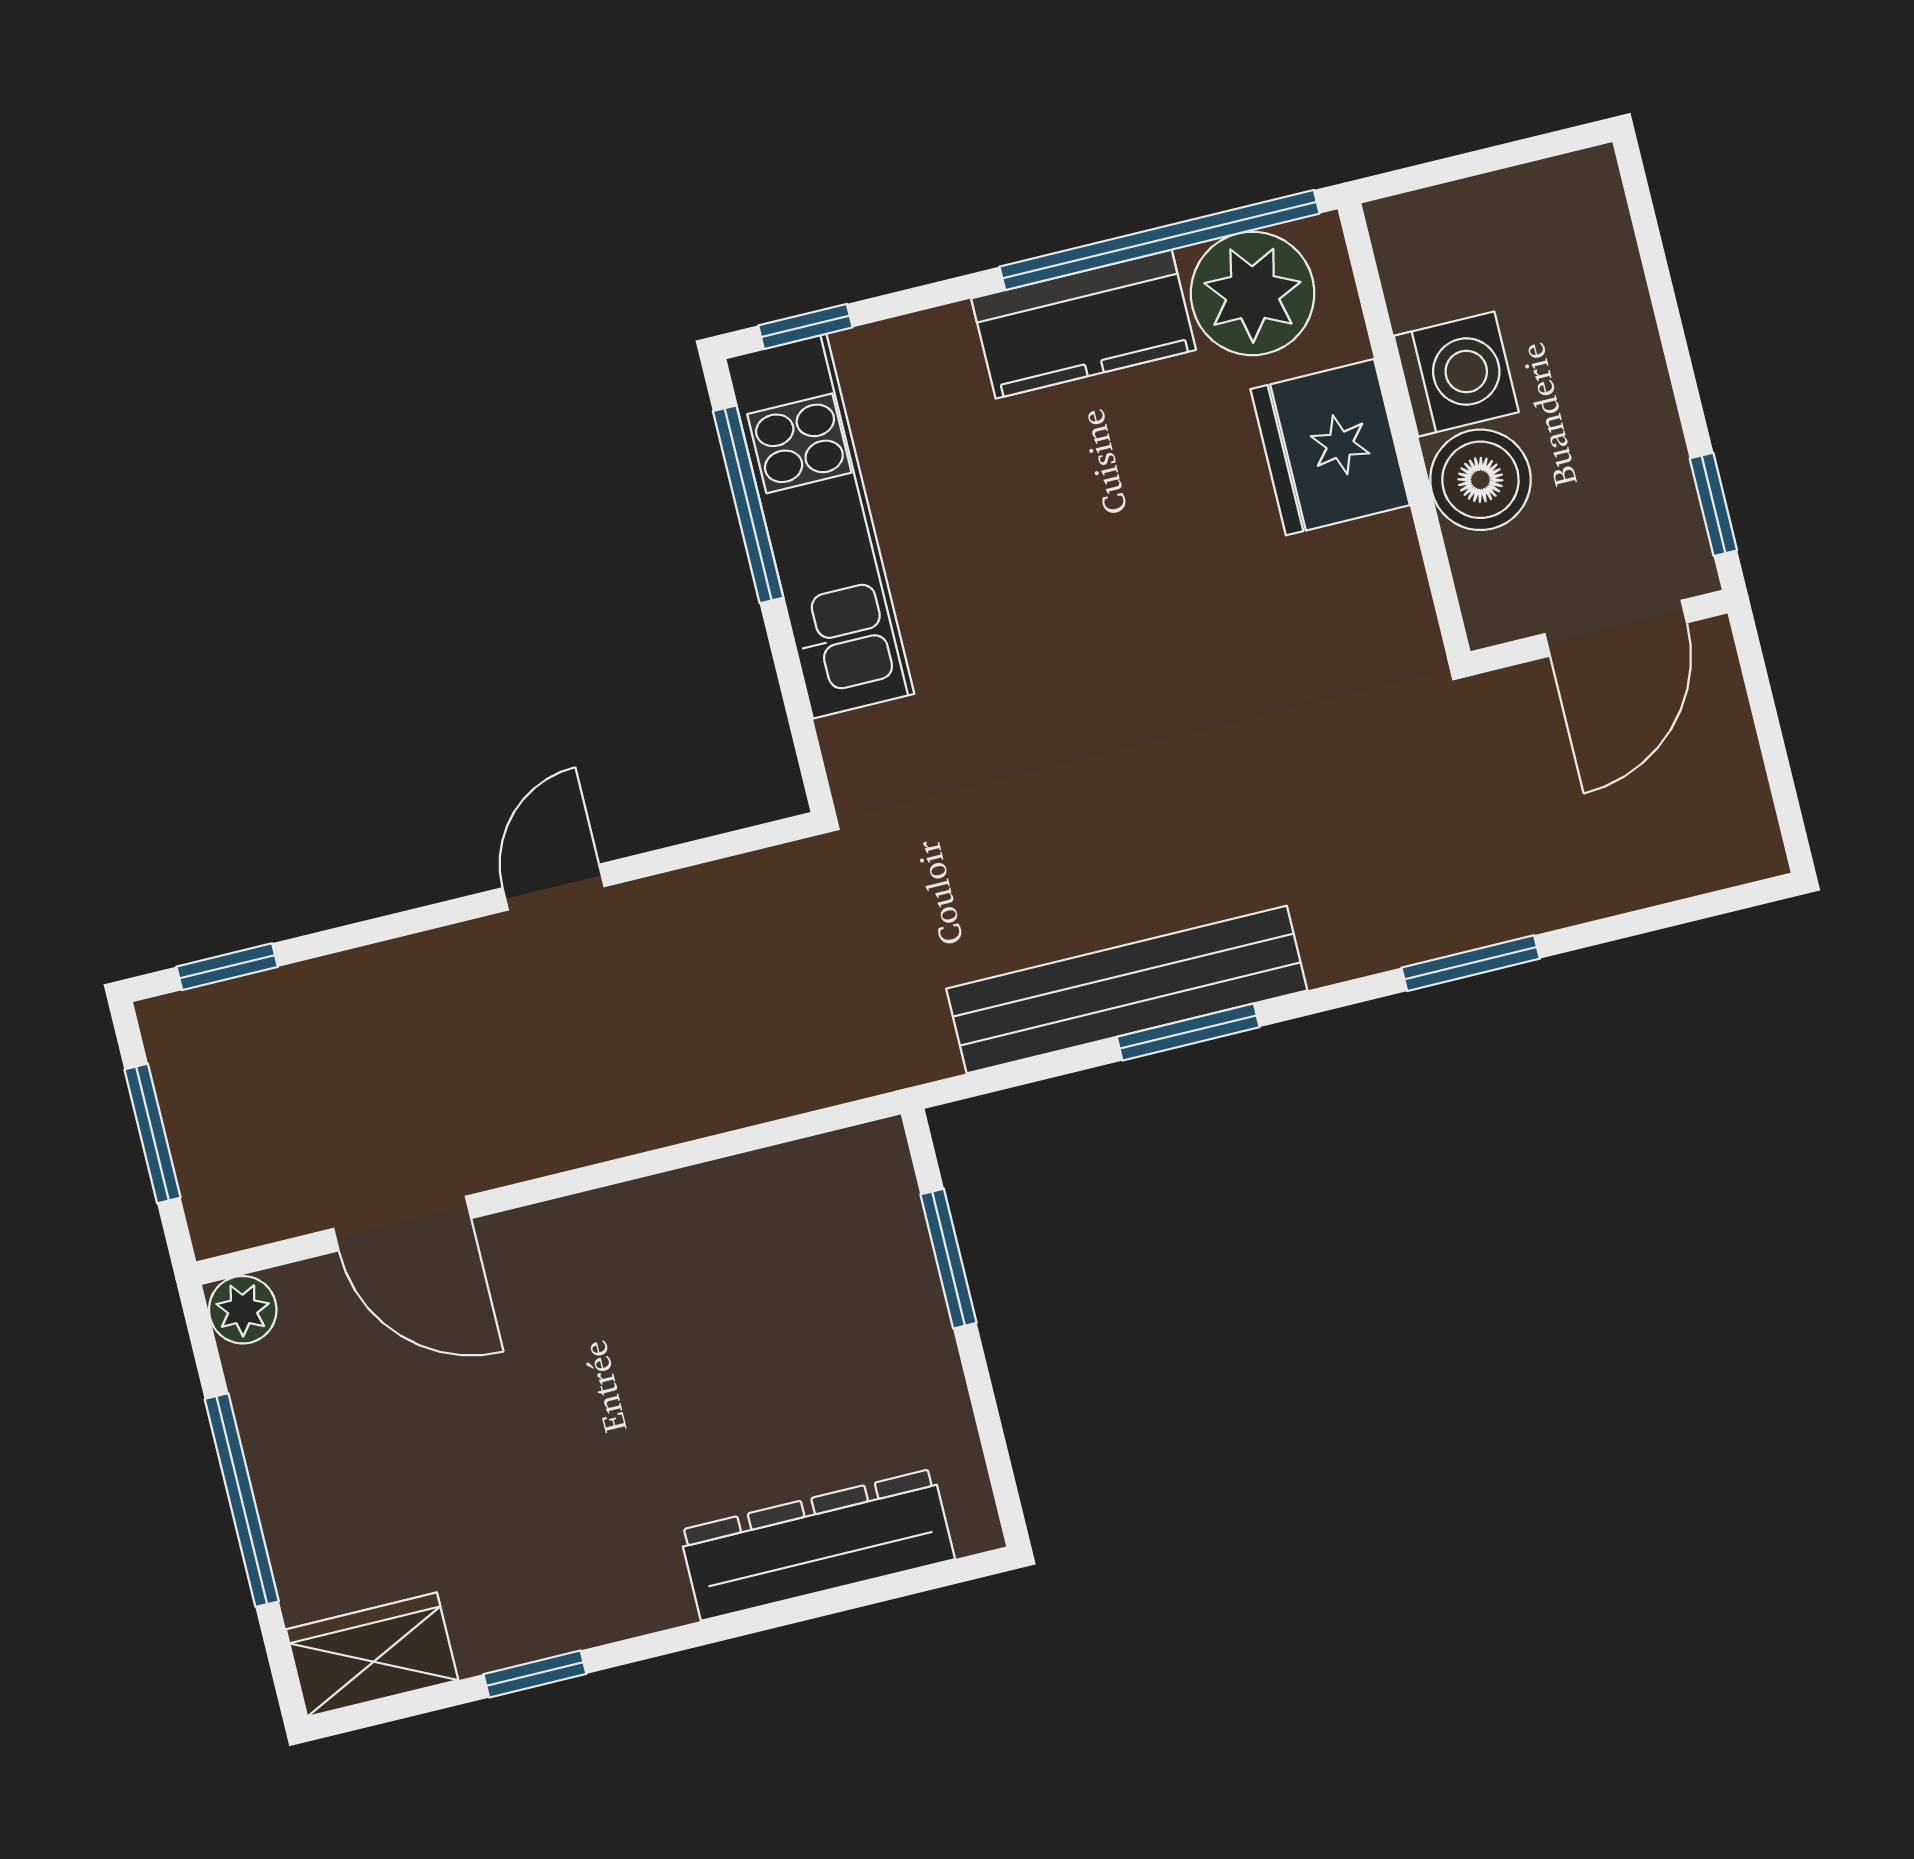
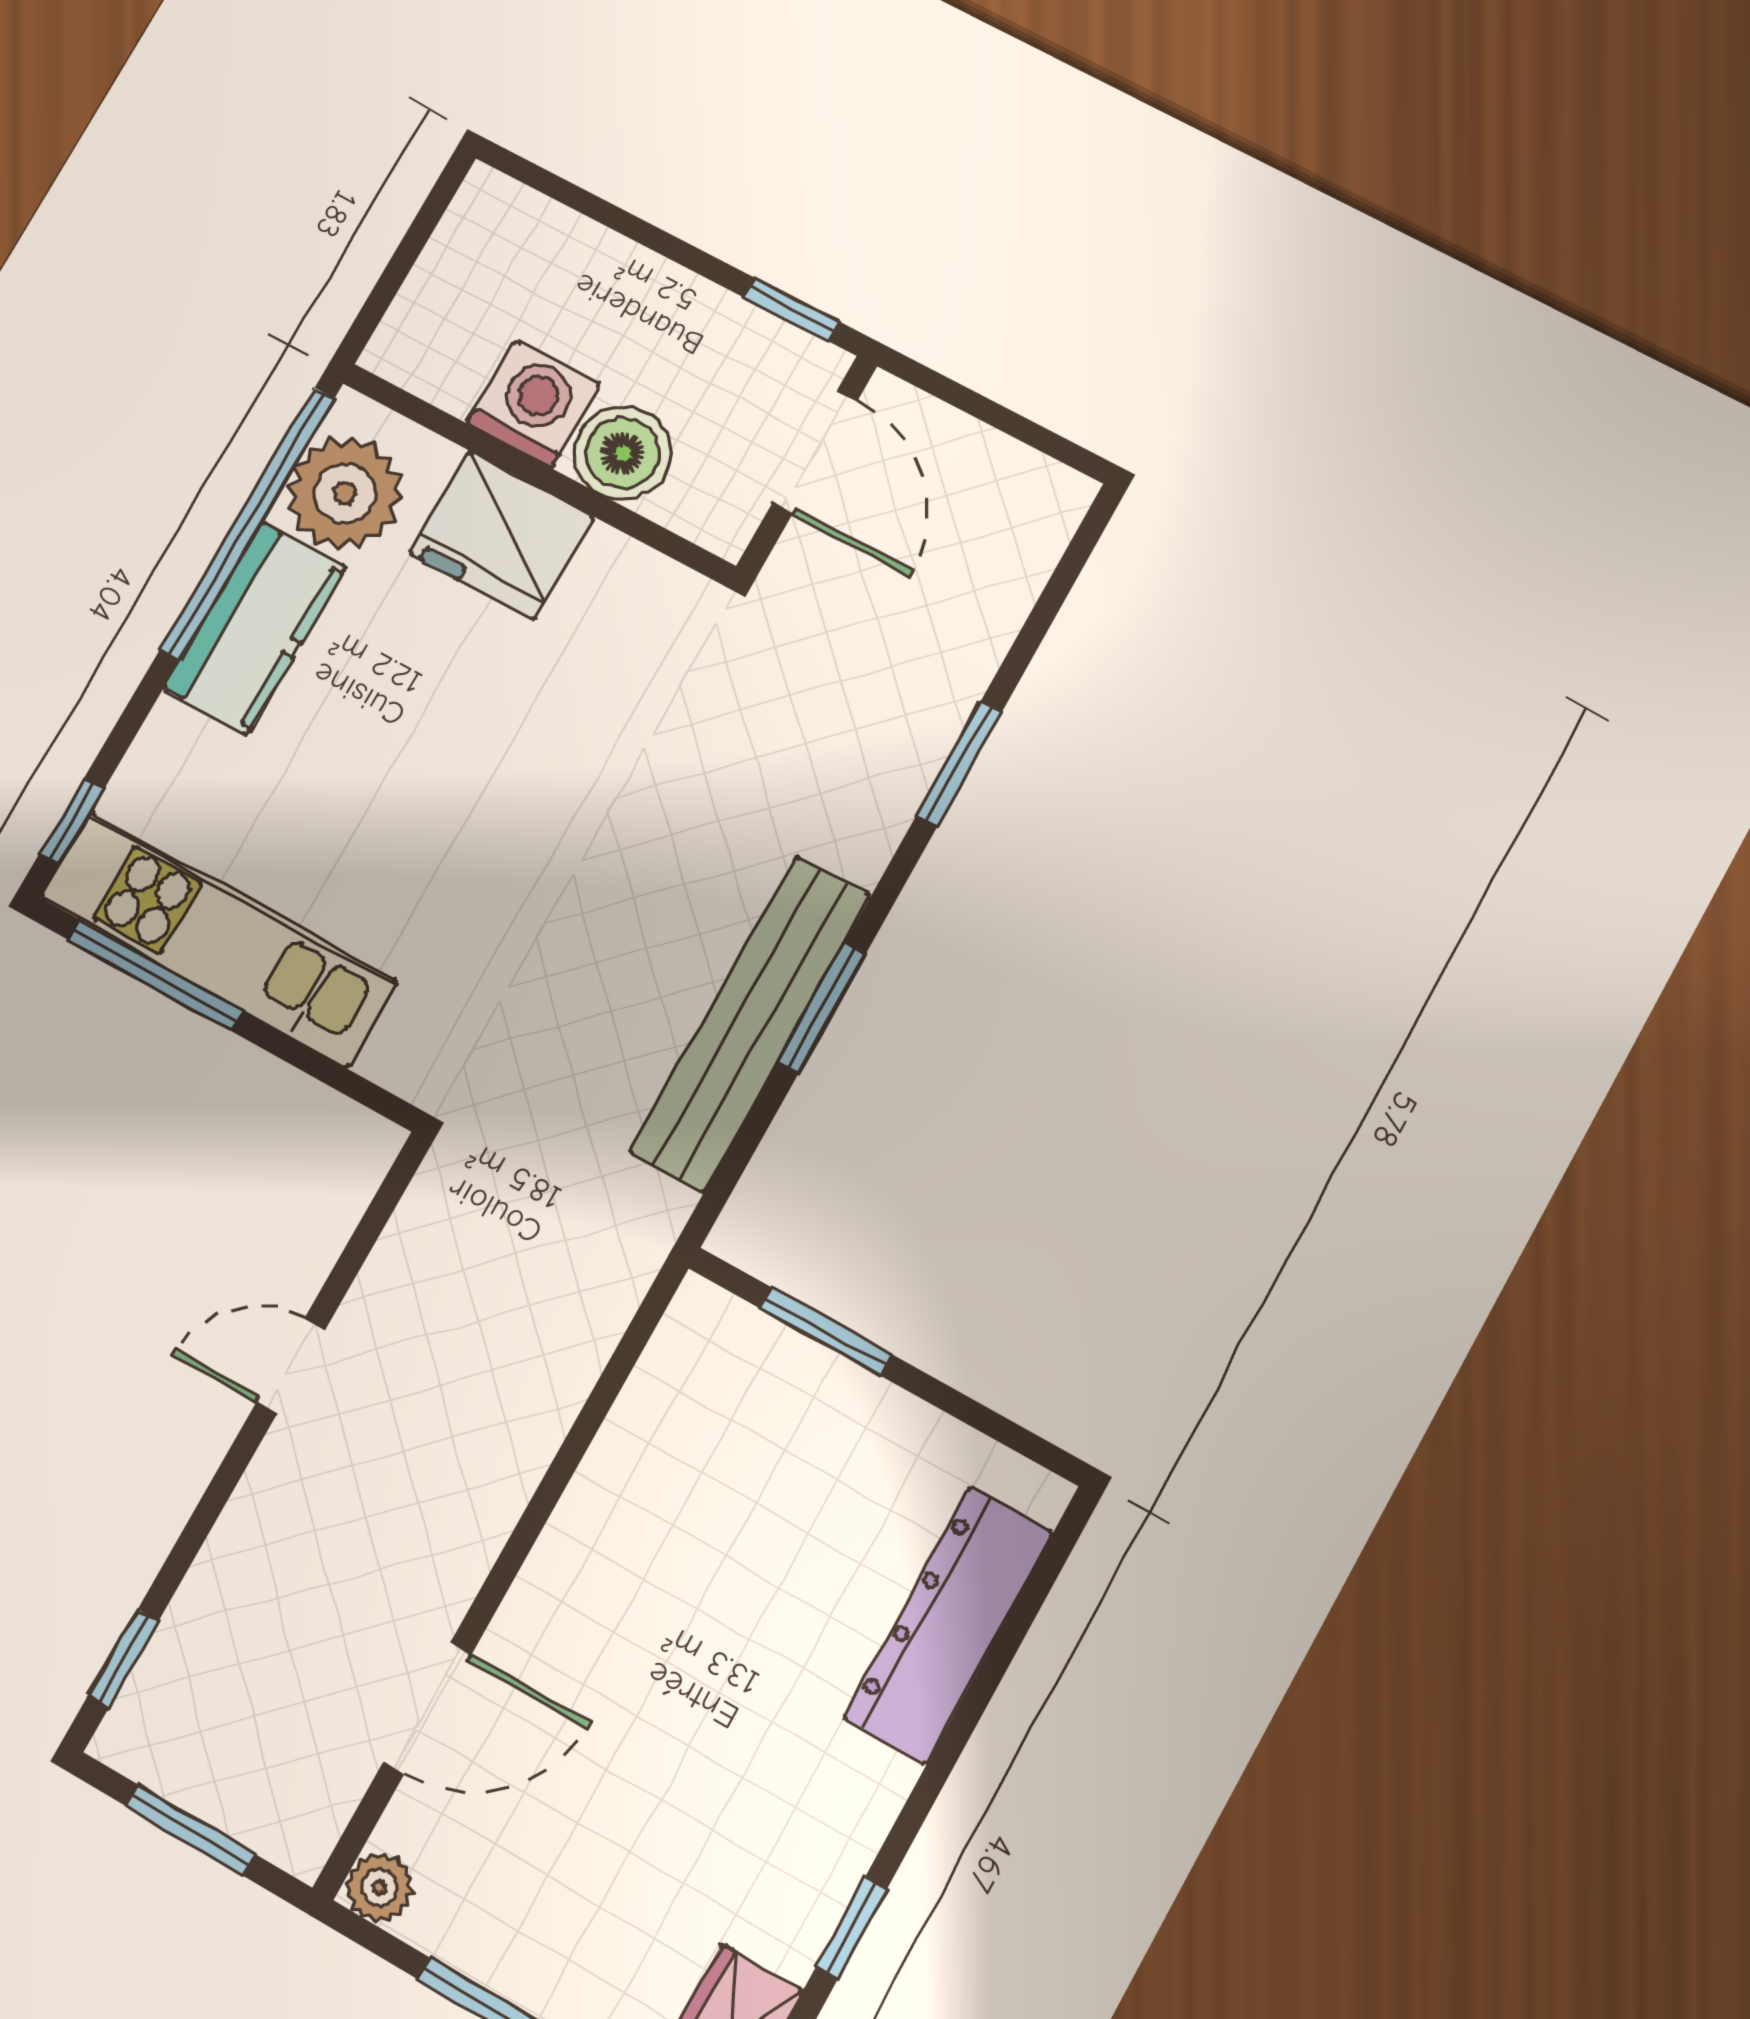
door: (554, 887) -> (291, 1366), hinge flipped

